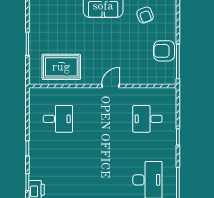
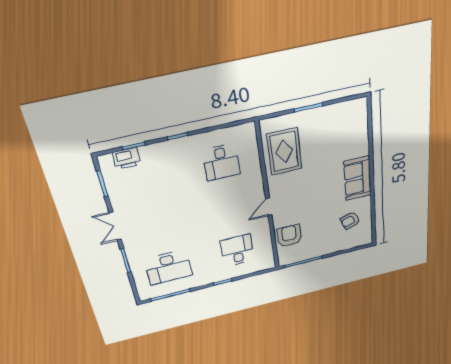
armchair: (164, 51) -> (289, 236), moved
door: (111, 86) -> (269, 207), swing flipped

